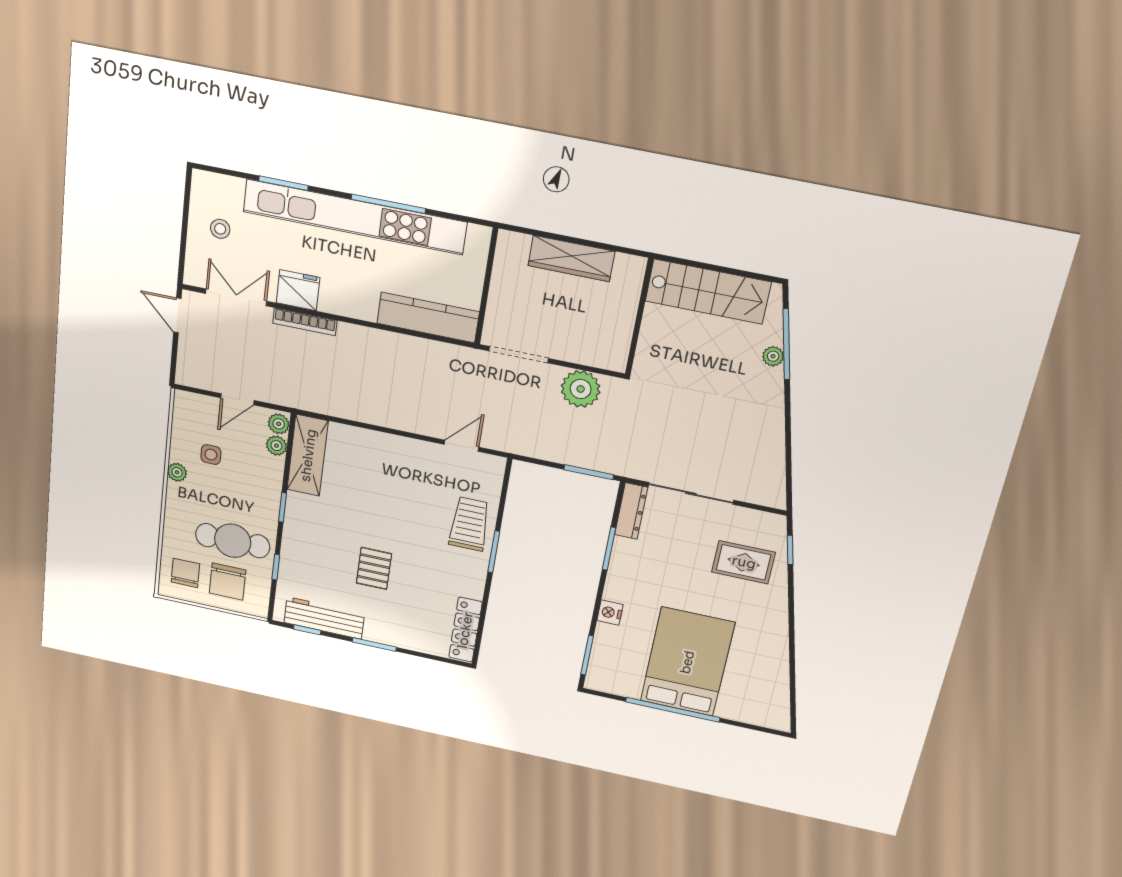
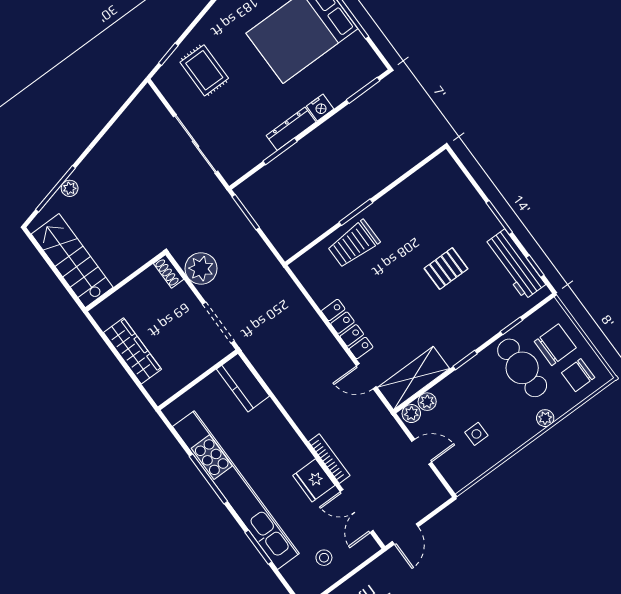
kitchen counter: (428, 317) -> (243, 383), width x0.67
shoe rack: (608, 361) -> (169, 271), added
door: (461, 446) -> (366, 376), moved
plant: (177, 472) -> (545, 418), moved
dresser: (631, 511) -> (291, 129), moved
locker: (465, 630) -> (347, 329), moved, turned -90

